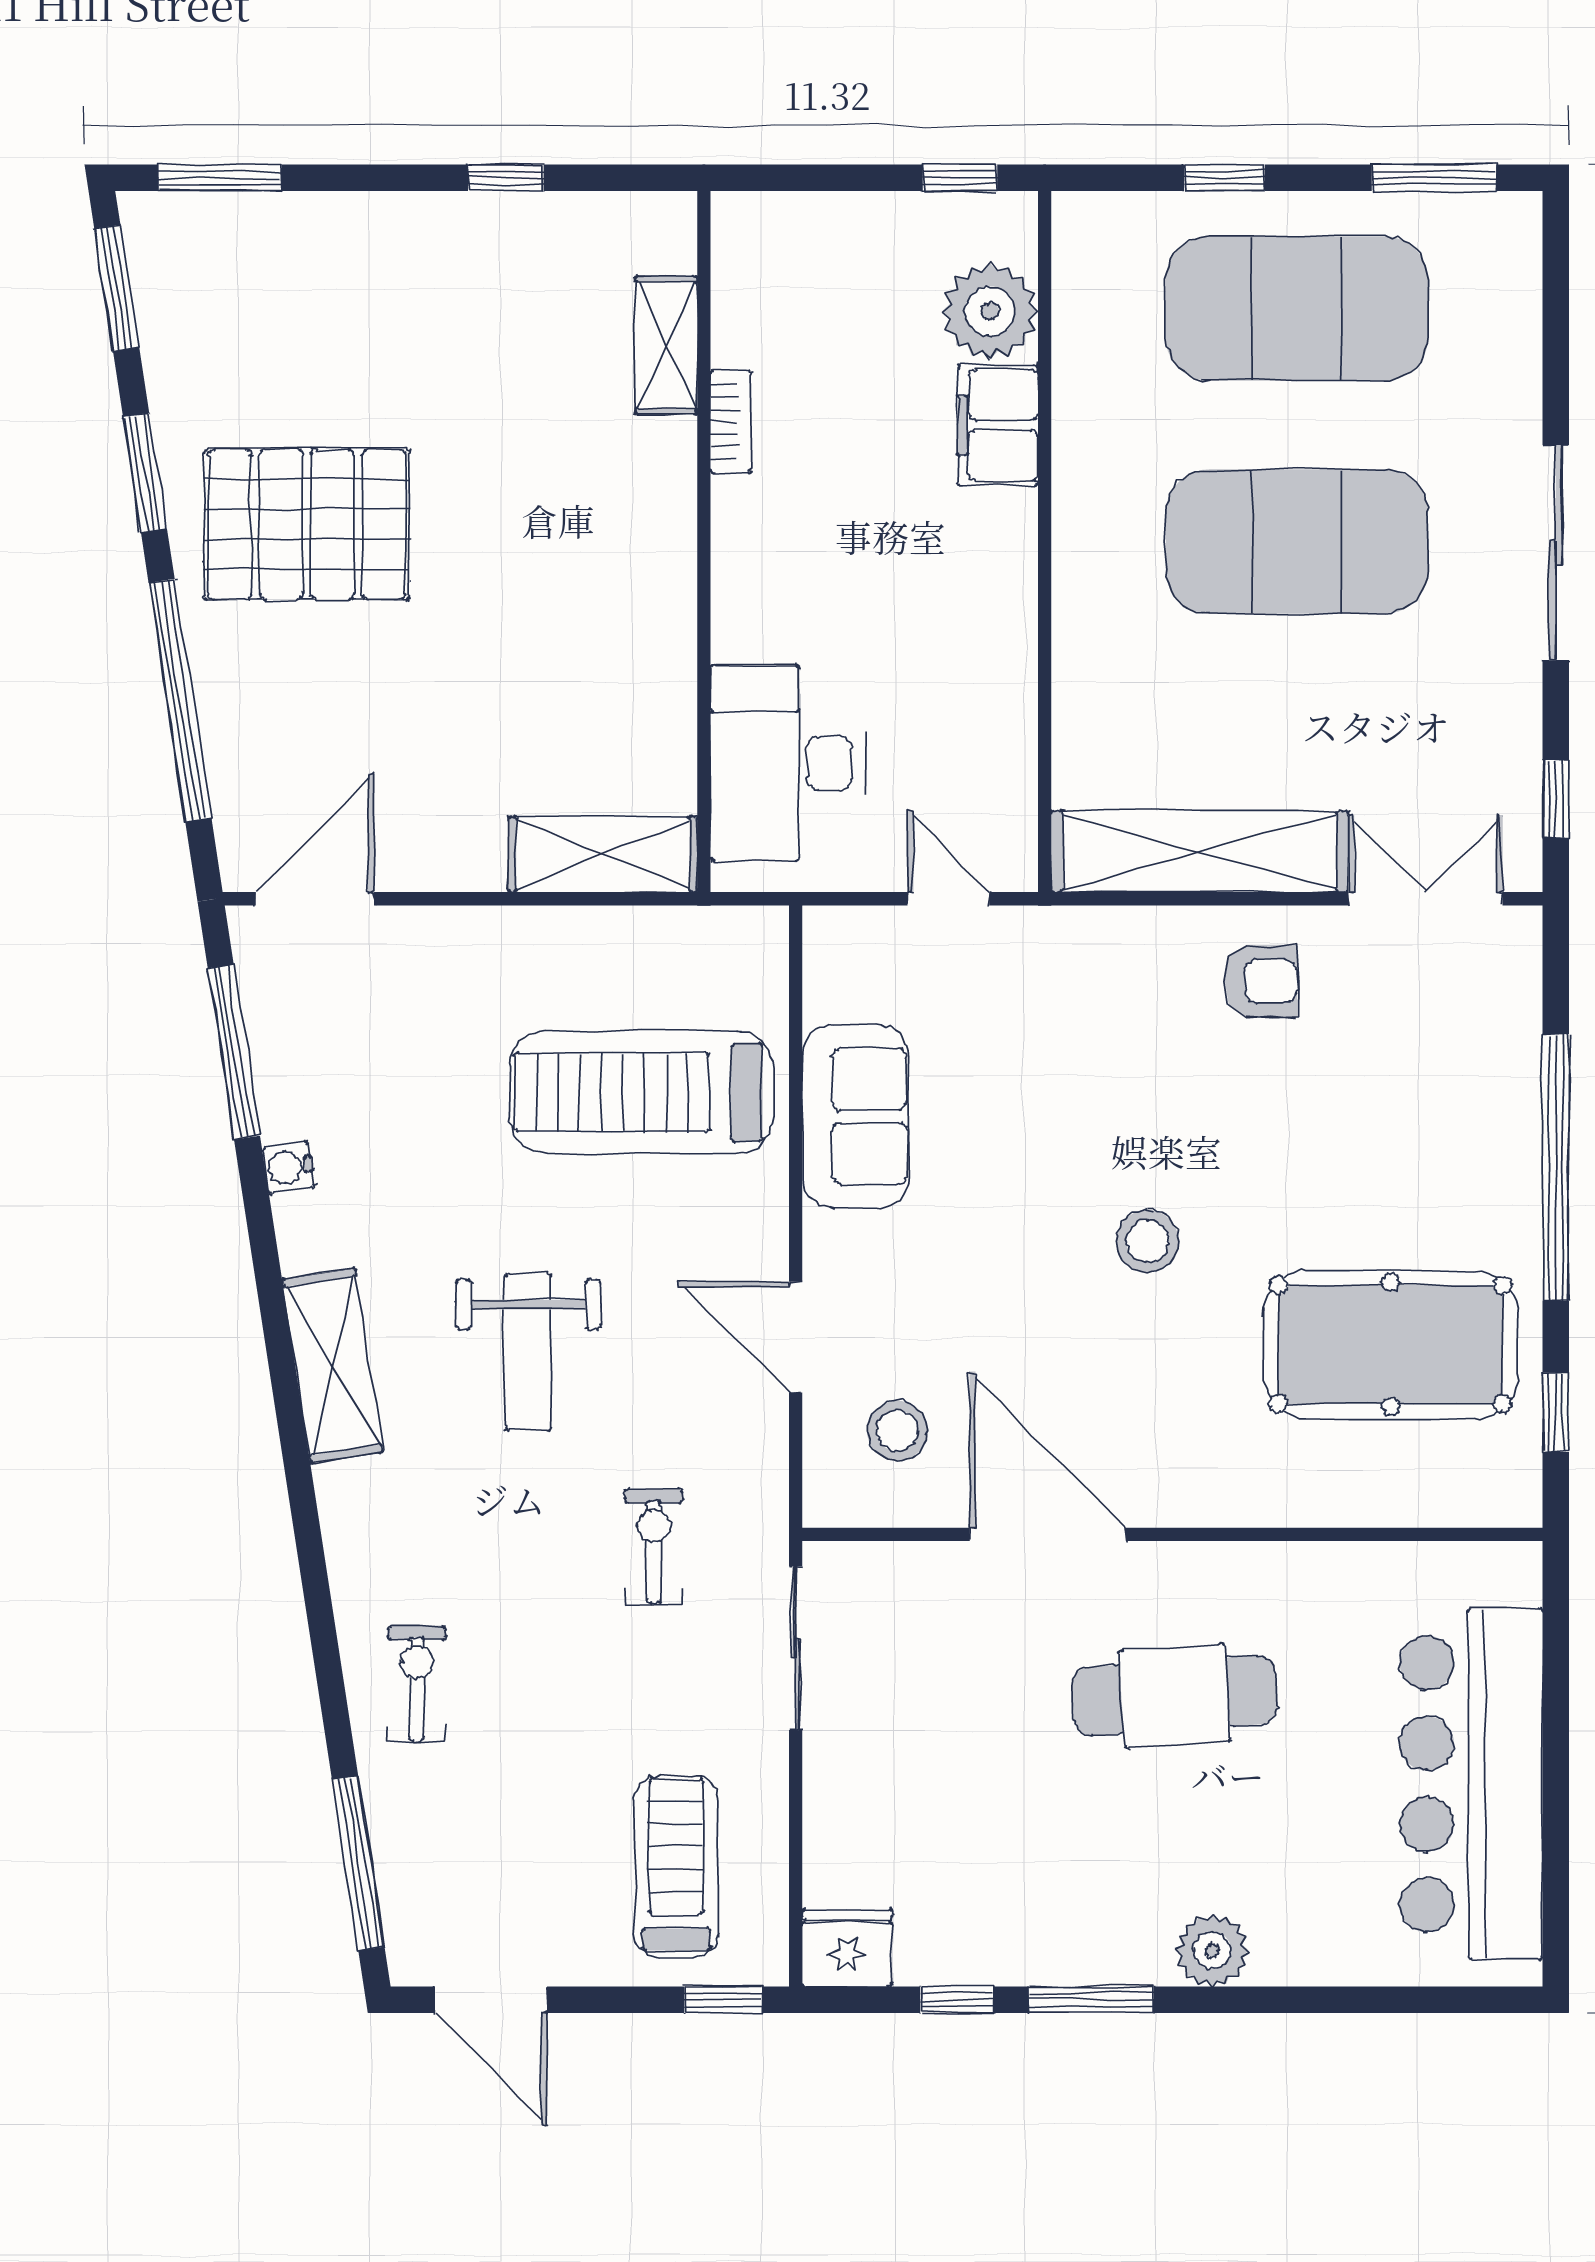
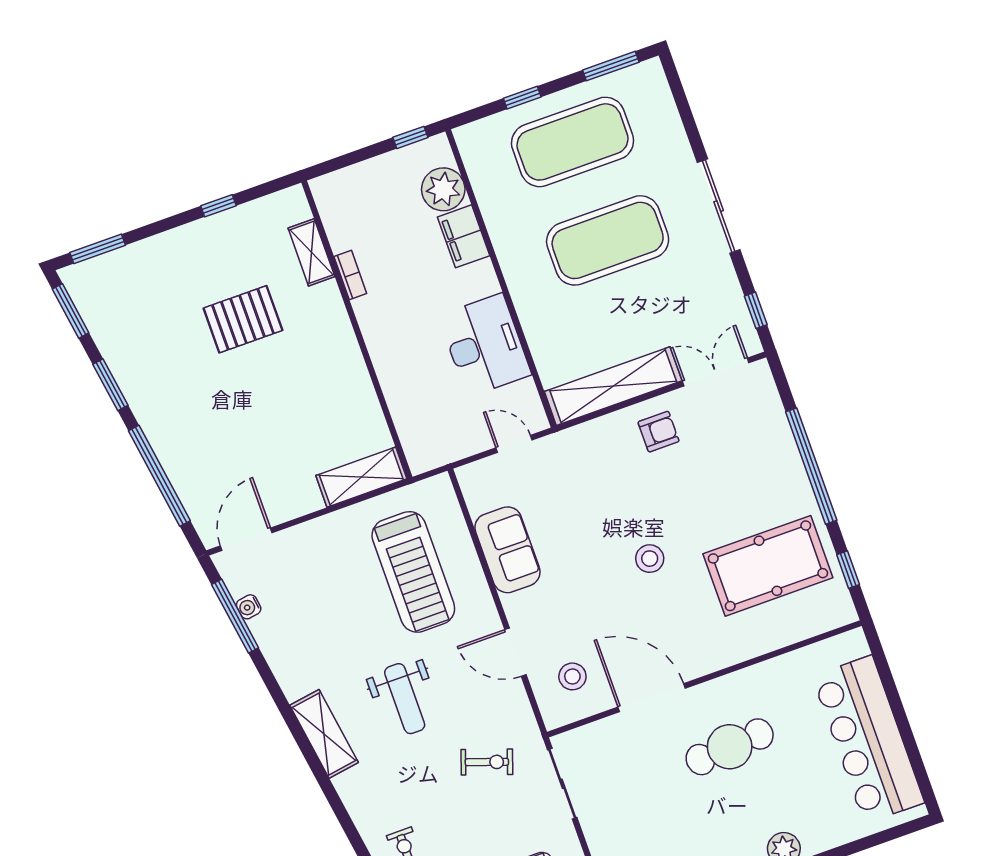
pallet: (307, 524) -> (243, 319), moved, width x0.73, depth x0.71
desk: (787, 763) -> (485, 345), moved, turned 180
treadmill: (641, 1092) -> (413, 572), turned -90
water cooler: (289, 1167) -> (249, 607), moved
exercise bike: (654, 1546) -> (487, 762), turned 109

